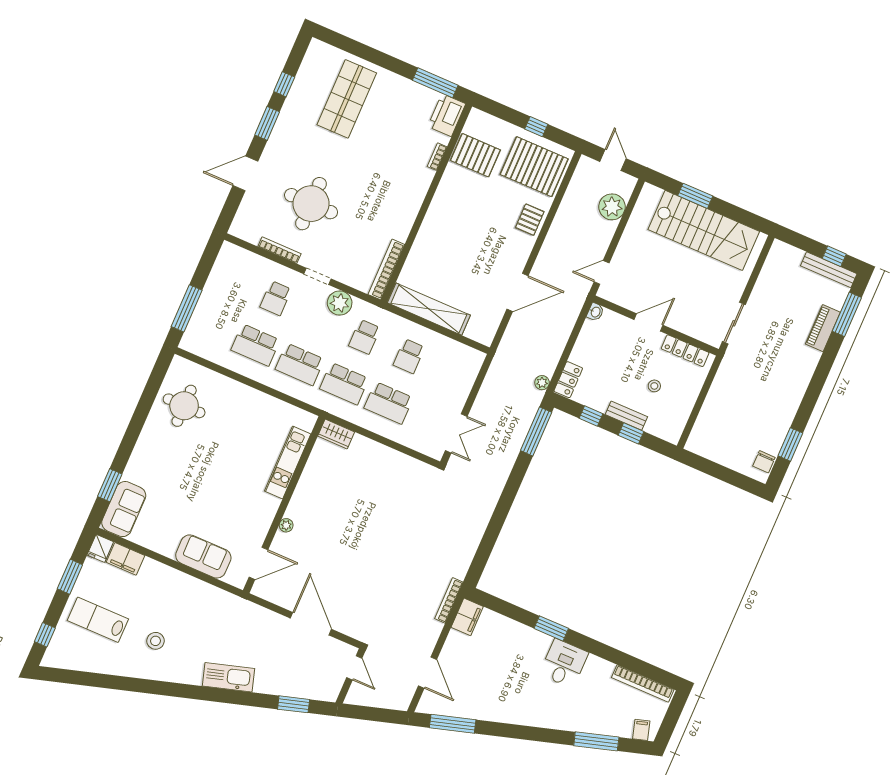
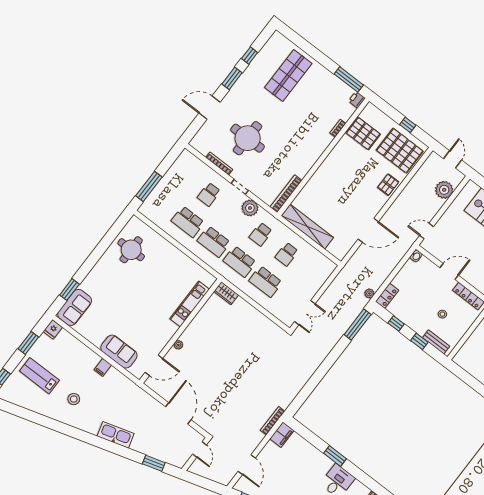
printer: (447, 115) -> (357, 100), width x0.53, depth x0.68
bench: (626, 416) -> (436, 342), moved
filing cabinet: (126, 559) -> (103, 367), moved, width x0.50

